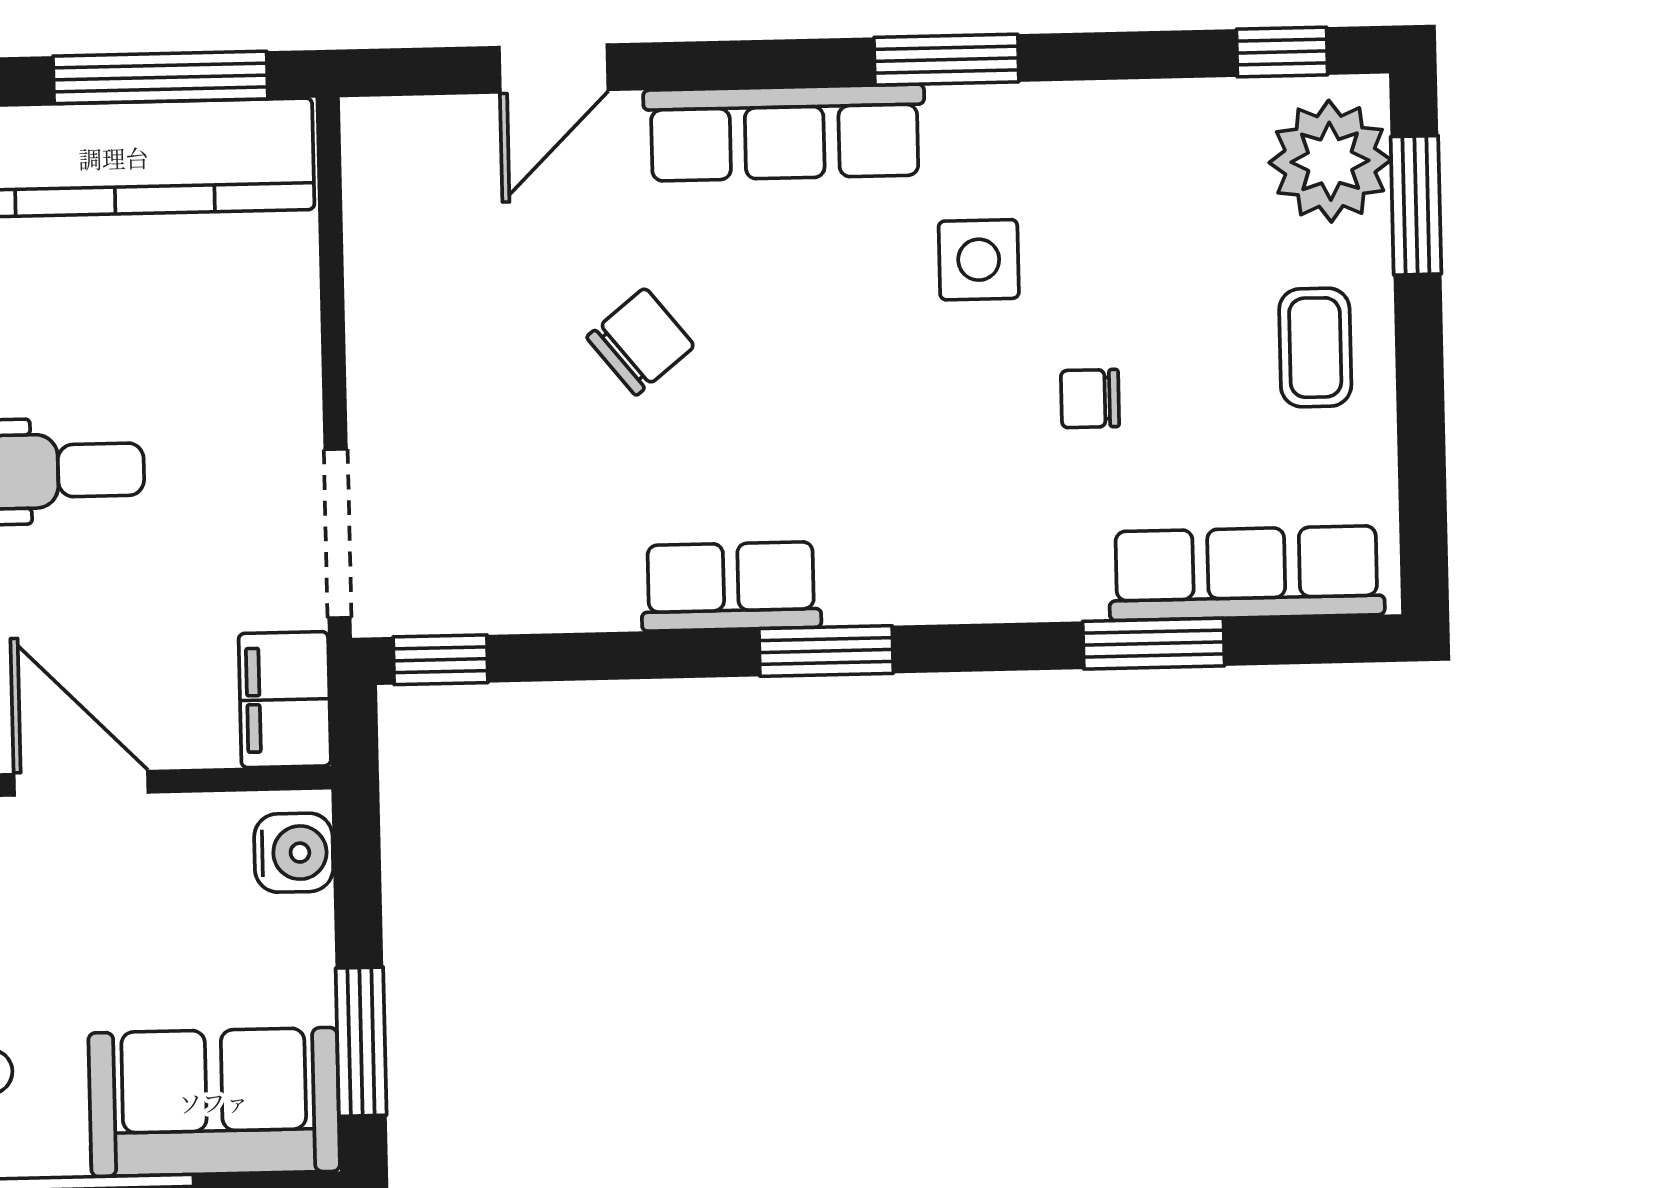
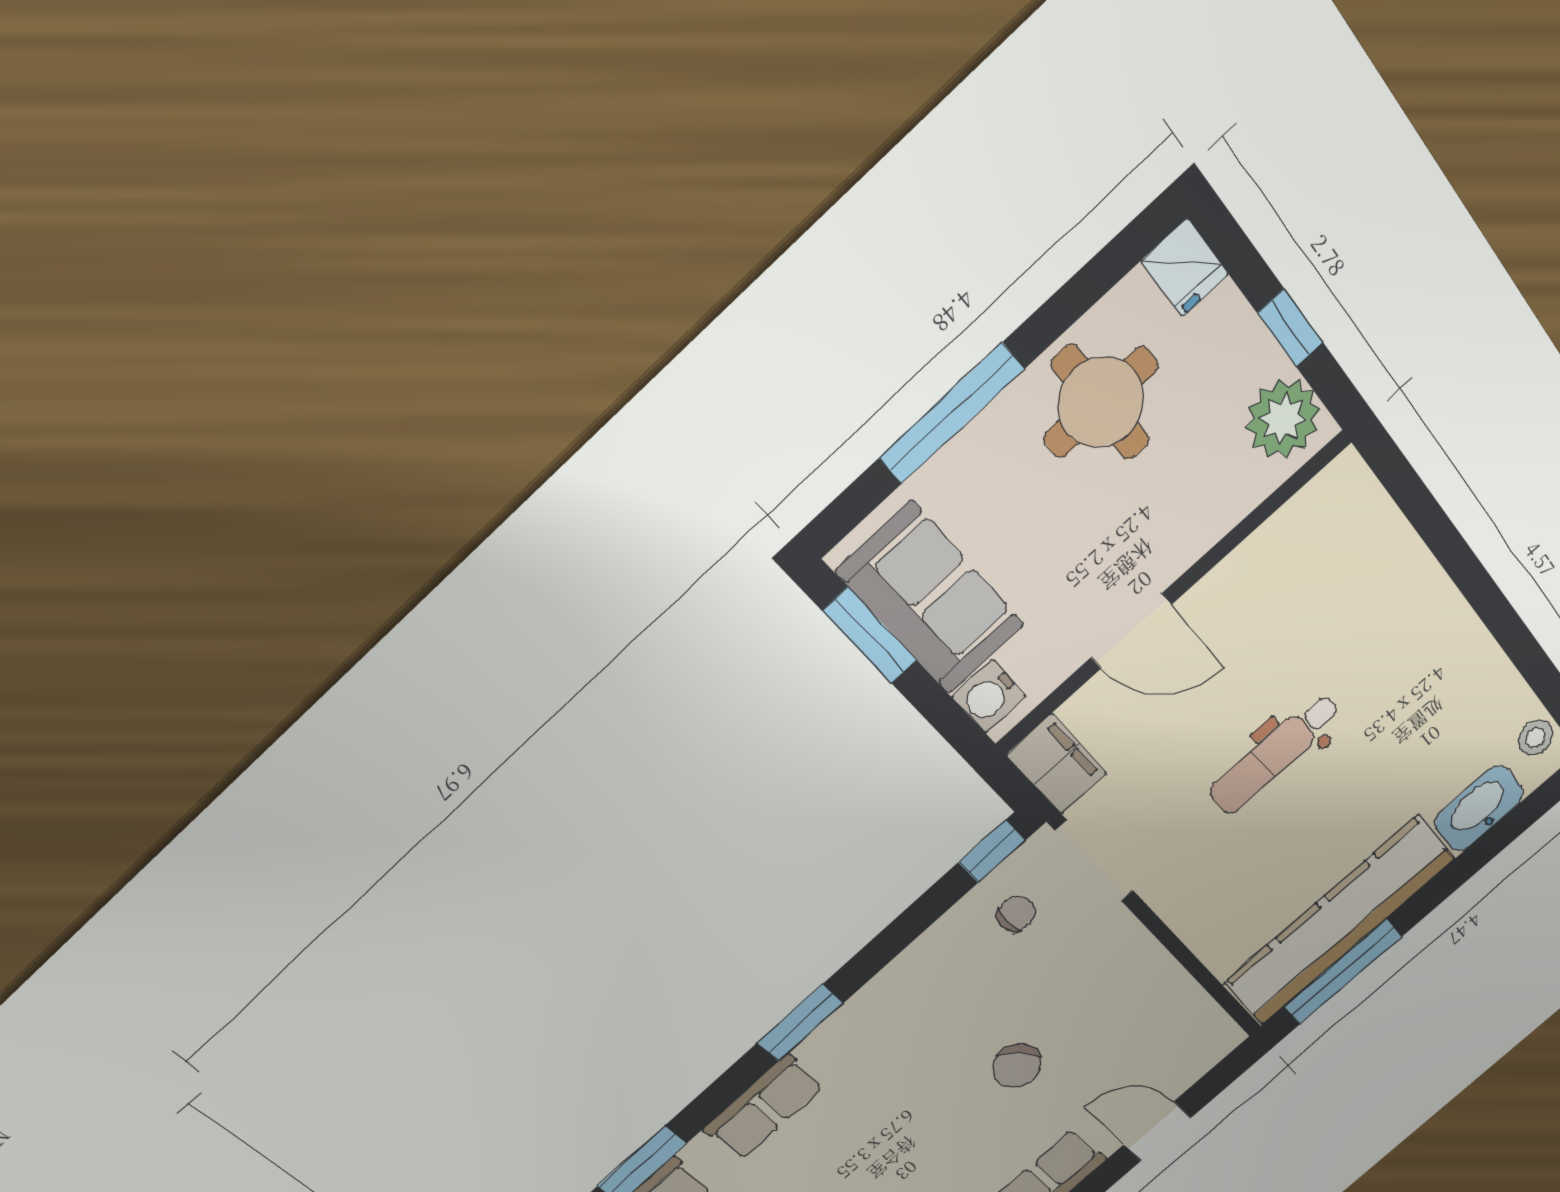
door: (554, 69) -> (1157, 1131), hinge flipped
chair: (477, 551) -> (1016, 914), added
row of seats: (731, 586) -> (764, 1107), moved
sofa: (214, 1102) -> (931, 599), moved, turned -90

